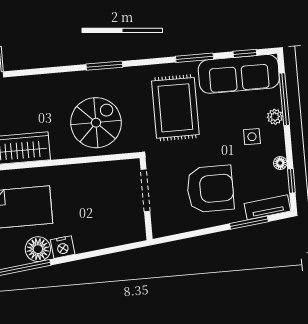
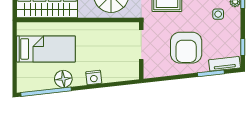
floor lamp: (280, 163) -> (236, 34), removed
armchair: (210, 189) -> (186, 48), turned 90
nightstand: (63, 247) -> (94, 78), moved

